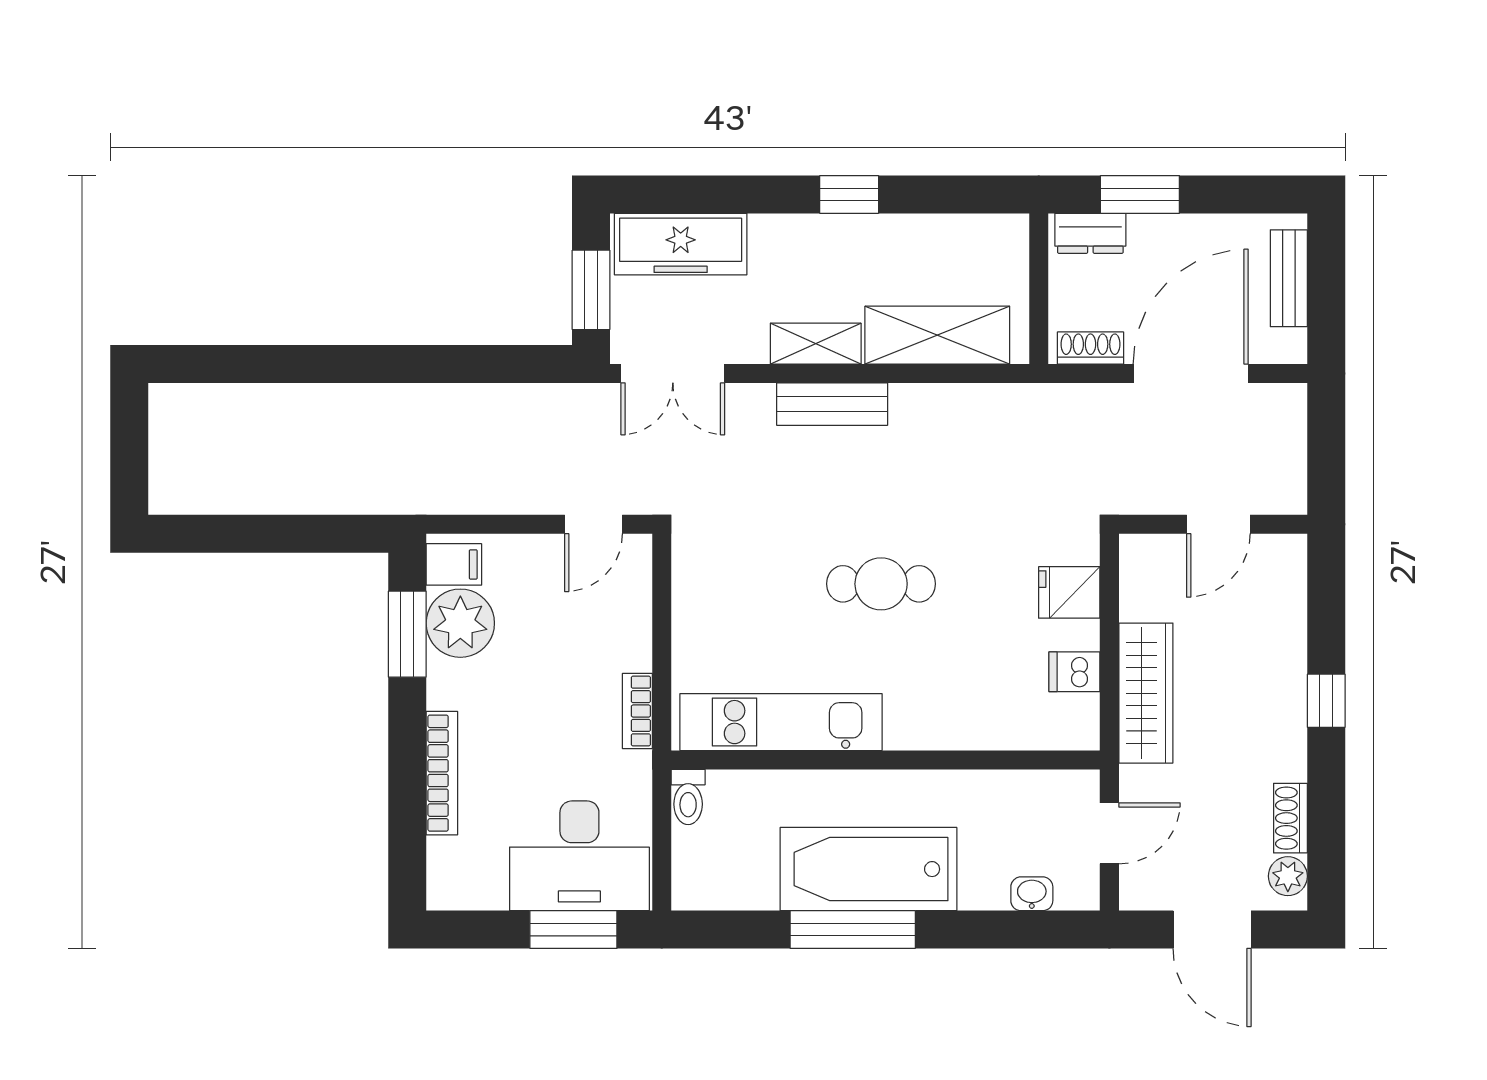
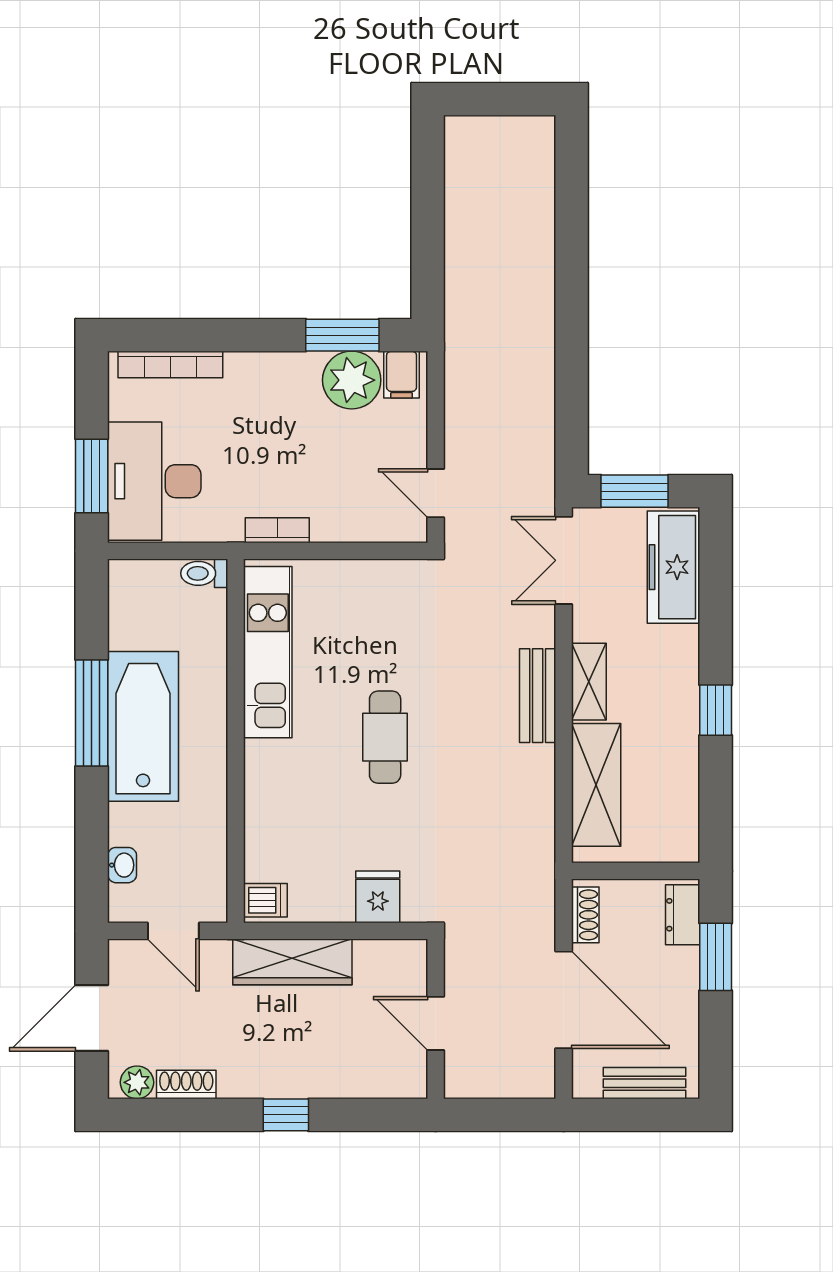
dishwasher: (1074, 672) -> (265, 900), moved, turned 90
bookcase: (442, 773) -> (170, 364), moved

